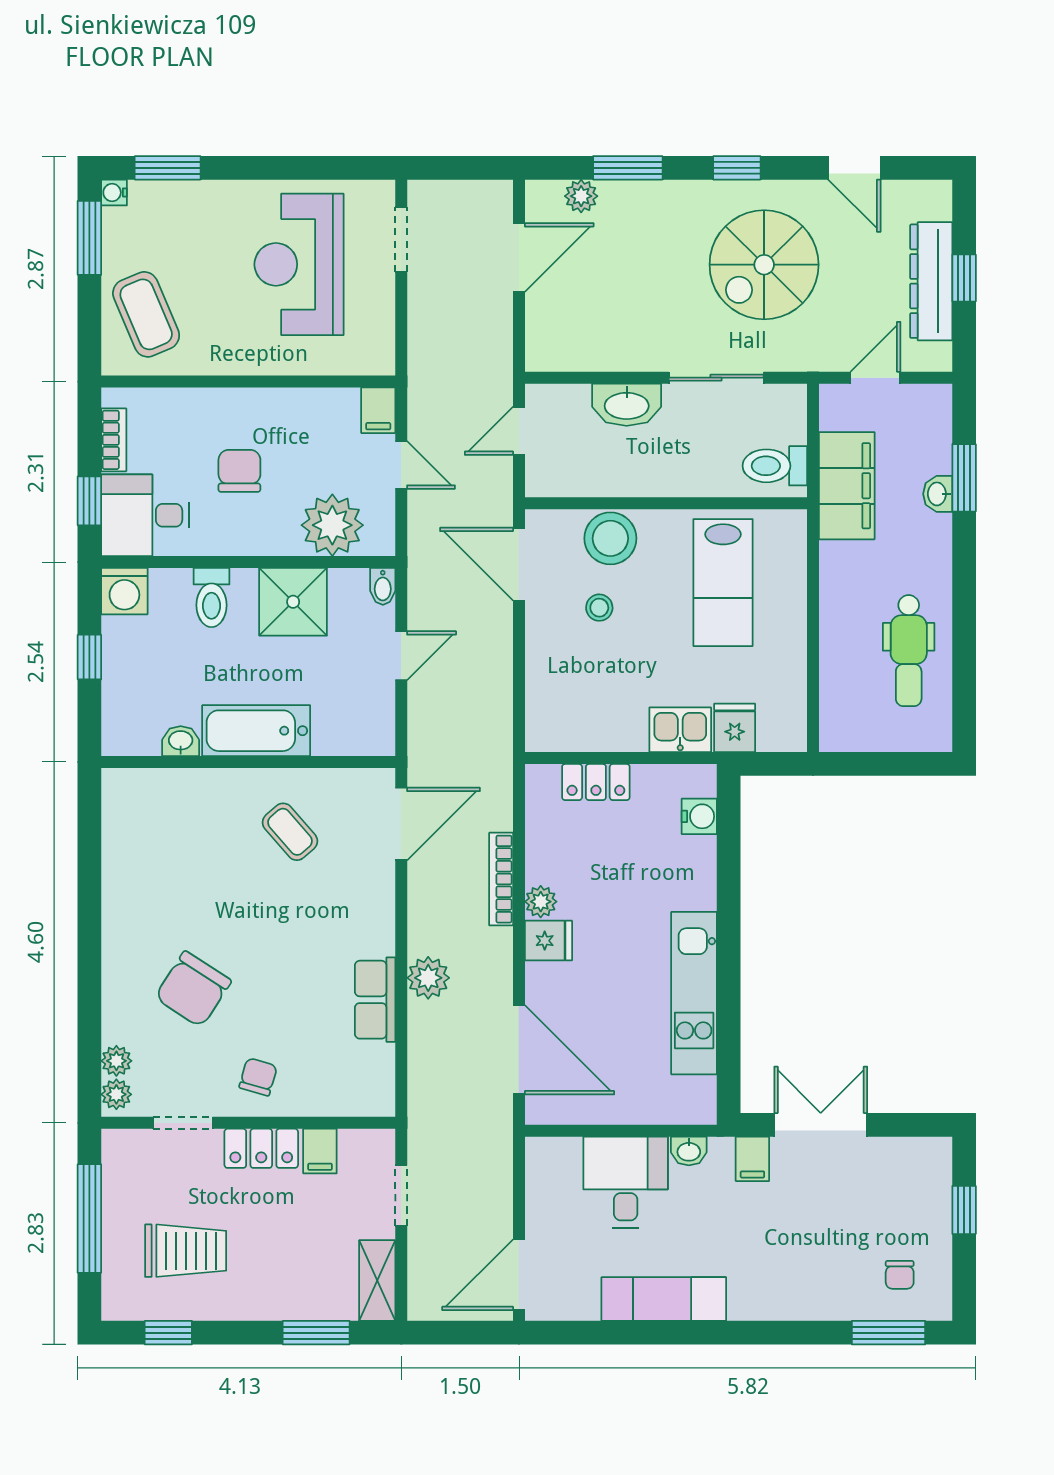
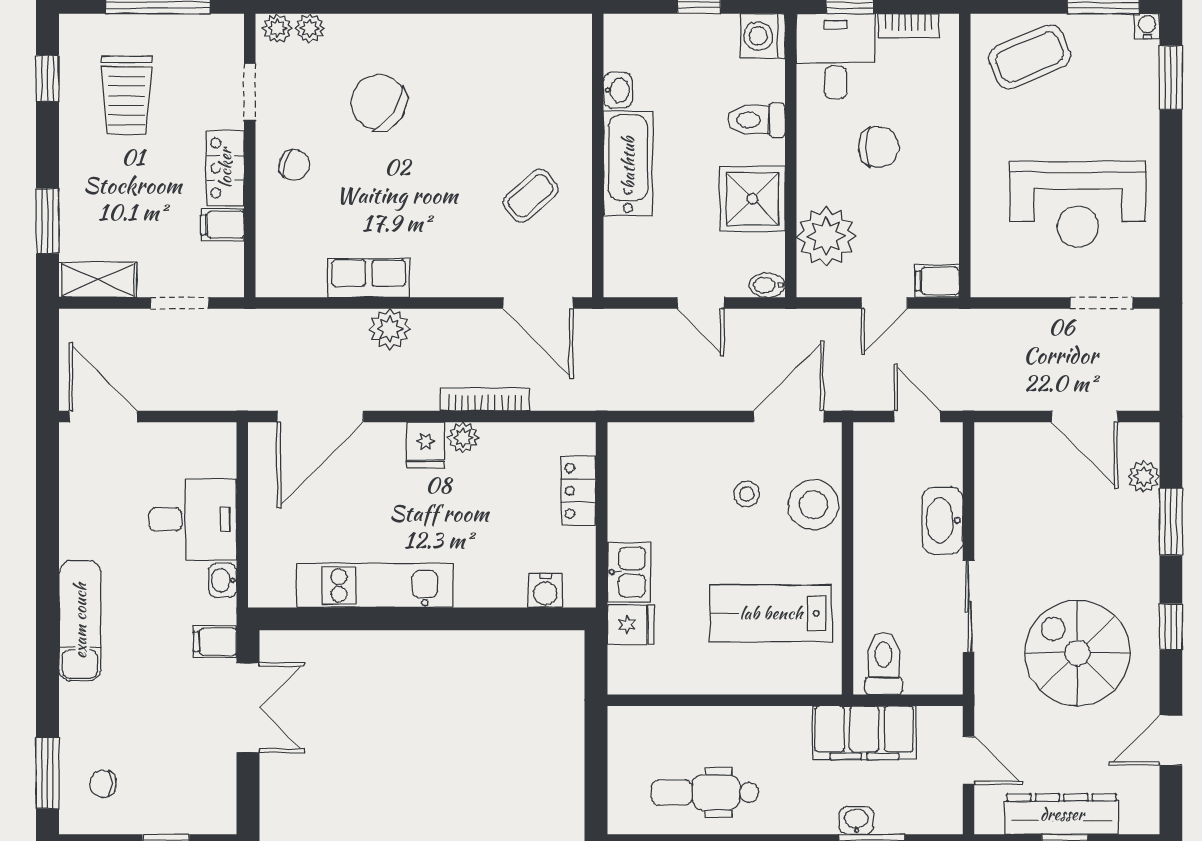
reception desk: (299, 264) -> (1078, 204), turned 180
exam couch: (664, 1299) -> (80, 621), moved

